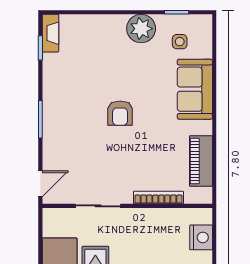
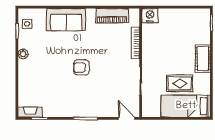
plant: (141, 29) -> (23, 54), width x0.53, depth x0.53
side table: (180, 42) -> (27, 24), moved
armchair: (120, 113) -> (81, 67), turned 180
nightstand: (201, 237) -> (150, 16), moved

